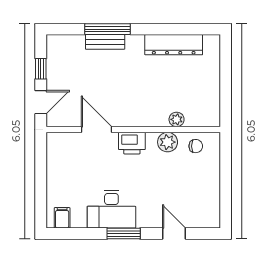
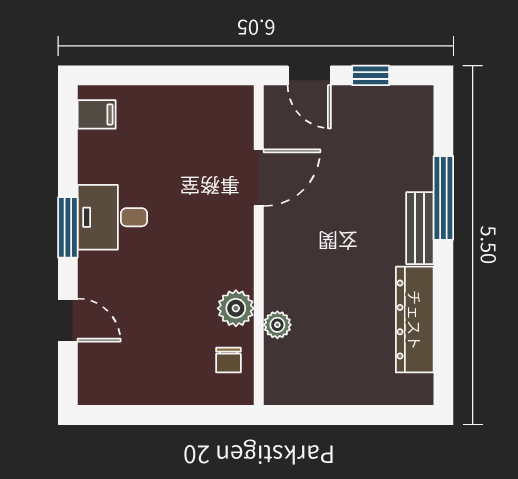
bench: (105, 42) -> (420, 228), moved
printer: (132, 143) -> (234, 243), removed
desk: (111, 209) -> (112, 217), width x0.73
door: (174, 234) -> (68, 320), hinge flipped

